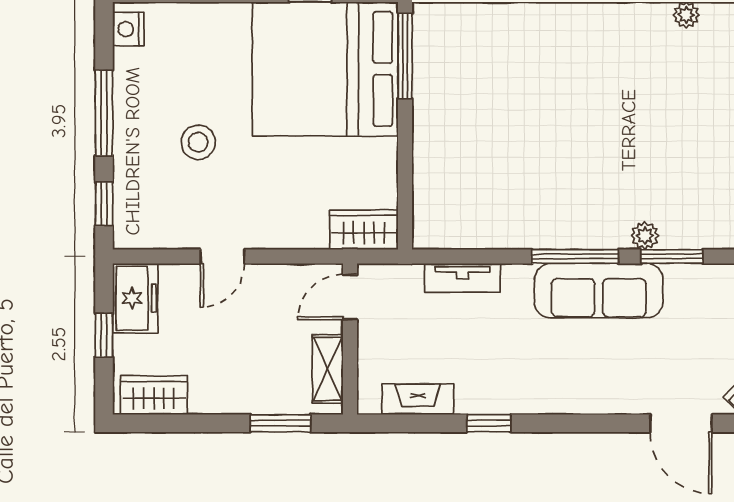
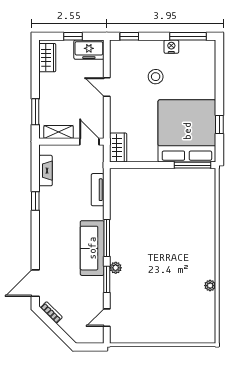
nightstand: (128, 29) -> (171, 47), moved
window: (104, 113) -> (188, 36), moved

